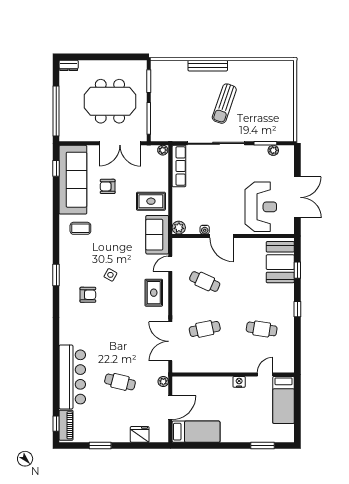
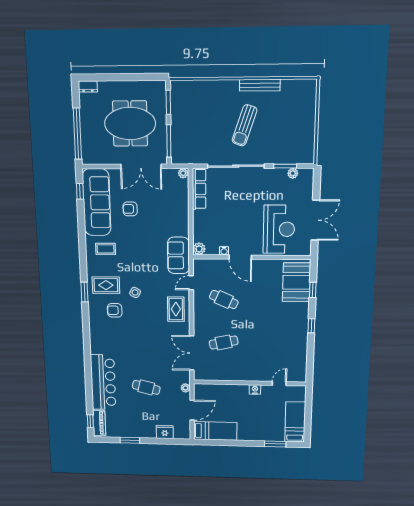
bench: (208, 66) -> (260, 85), moved
rug: (151, 201) -> (106, 285), moved
armchair: (88, 295) -> (115, 310), turned 180
cafe table: (262, 329) -> (277, 343), removed
bed: (284, 400) -> (295, 422), moved, turned 180

